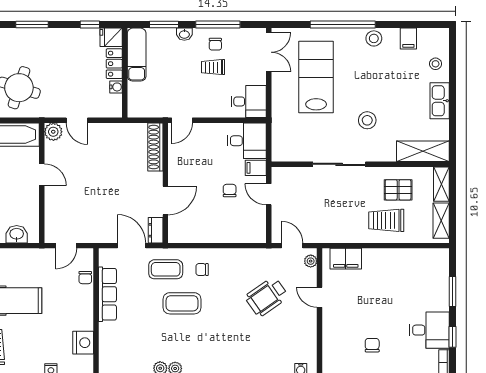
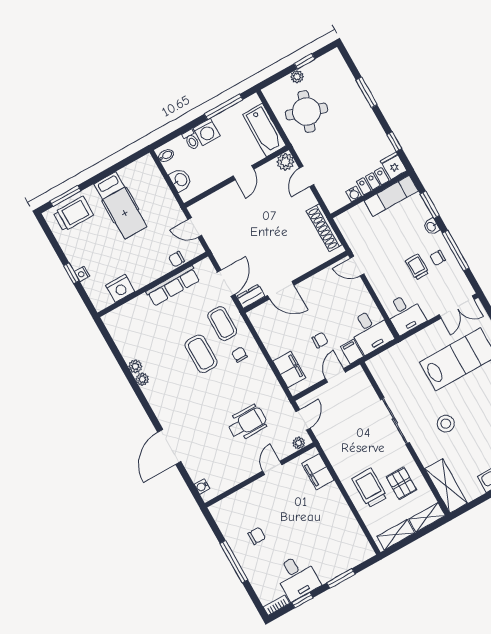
shoe rack: (155, 147) -> (324, 228), moved, turned -90
filing cabinet: (240, 233) -> (289, 369), added
wheelchair: (267, 297) -> (247, 423), turned 125

